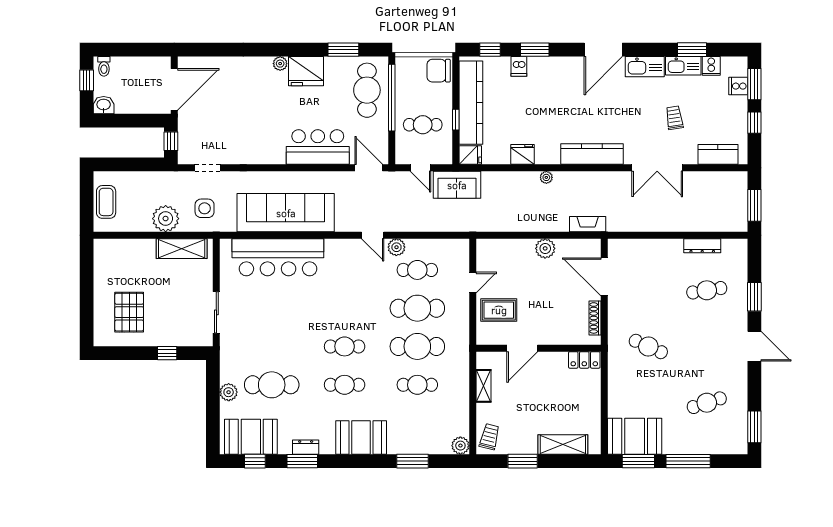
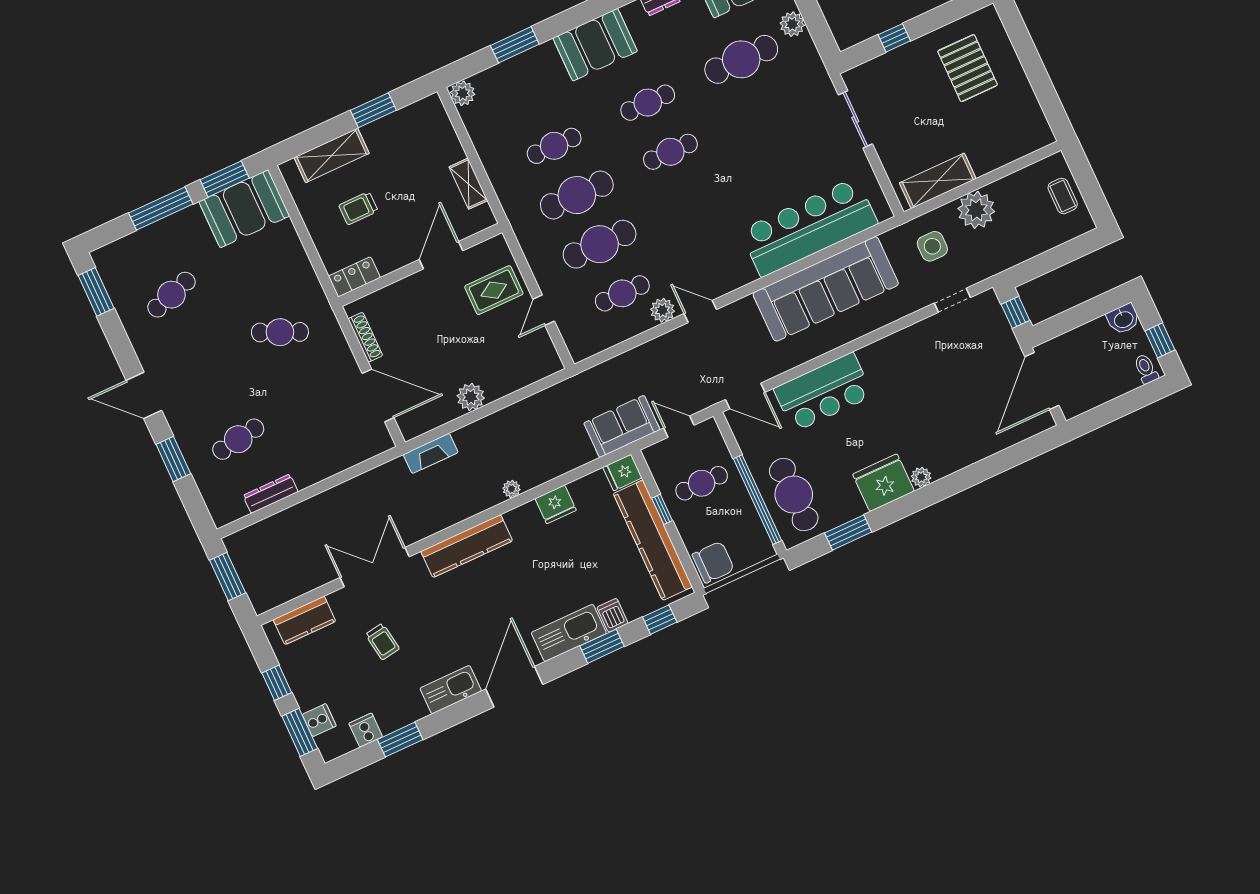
kitchen sink: (683, 66) -> (569, 633), moved, width x1.36, depth x1.24
coffee table: (106, 202) -> (1063, 196), width x0.73, depth x0.77
trolley: (489, 437) -> (358, 208), moved, turned 76

